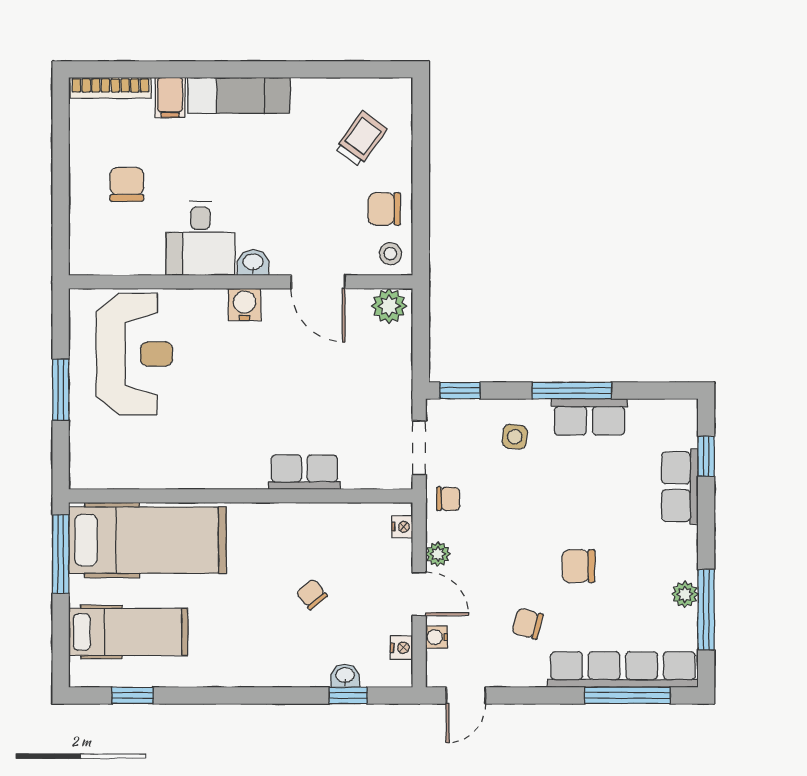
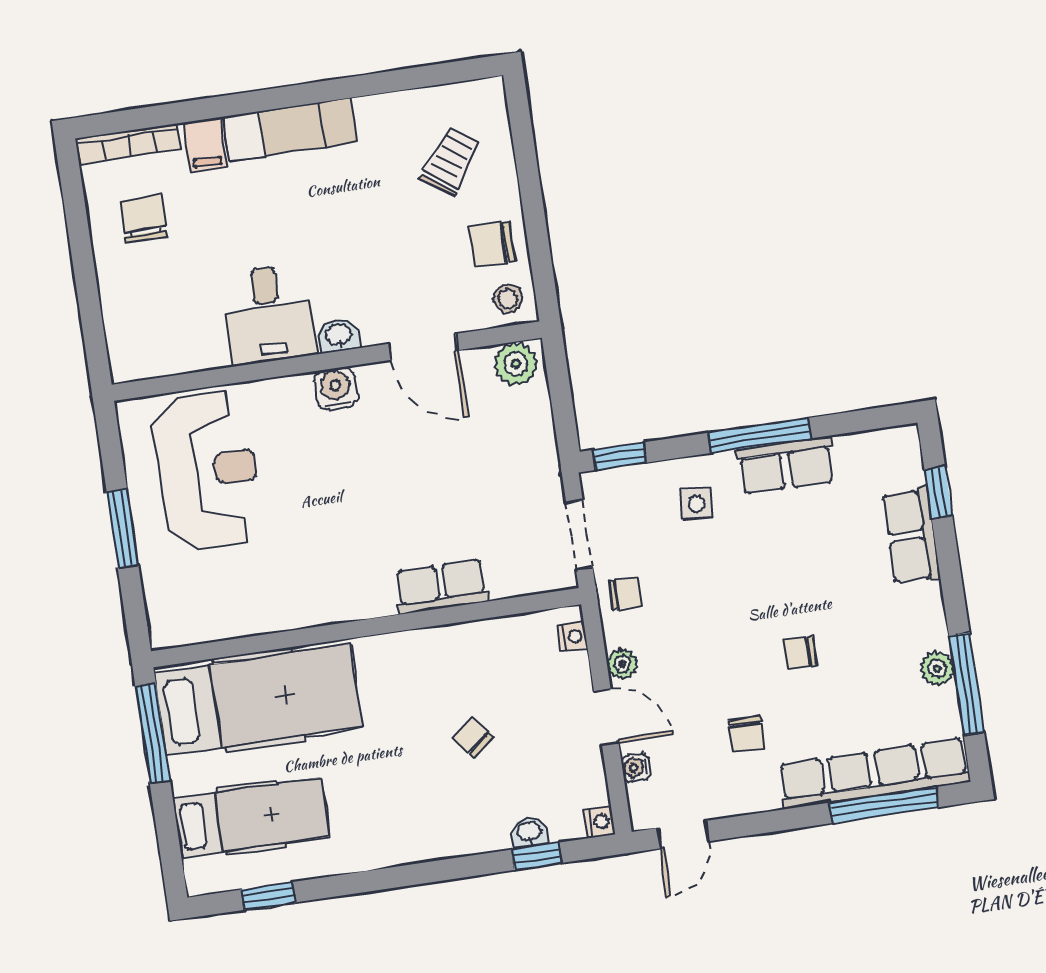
chair: (127, 184) -> (144, 219), moved
chair: (578, 566) -> (800, 653), width x0.73, depth x0.73
chair: (528, 624) -> (747, 734), turned -105
nightstand: (402, 648) -> (599, 822), moved

